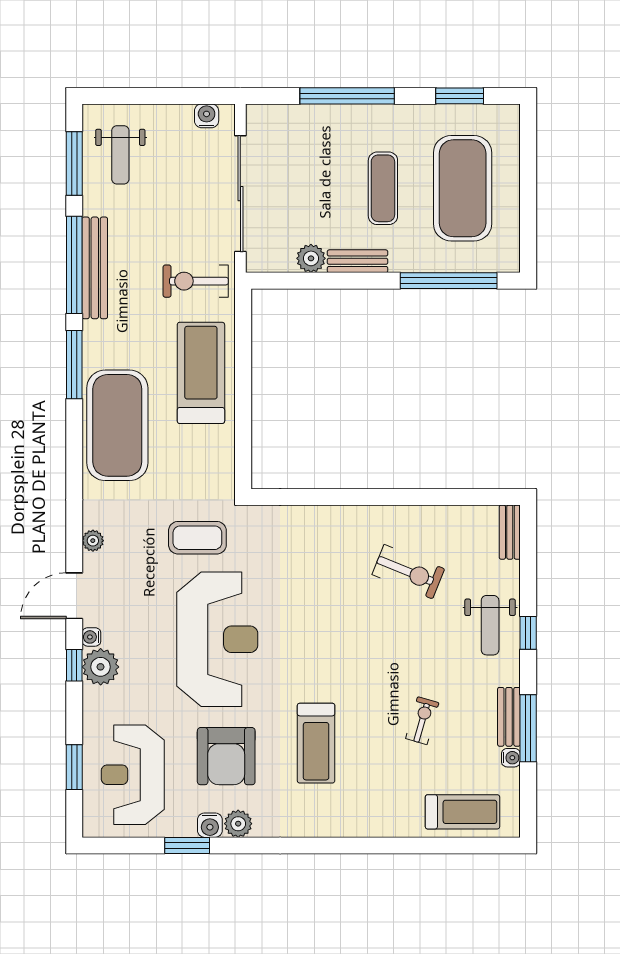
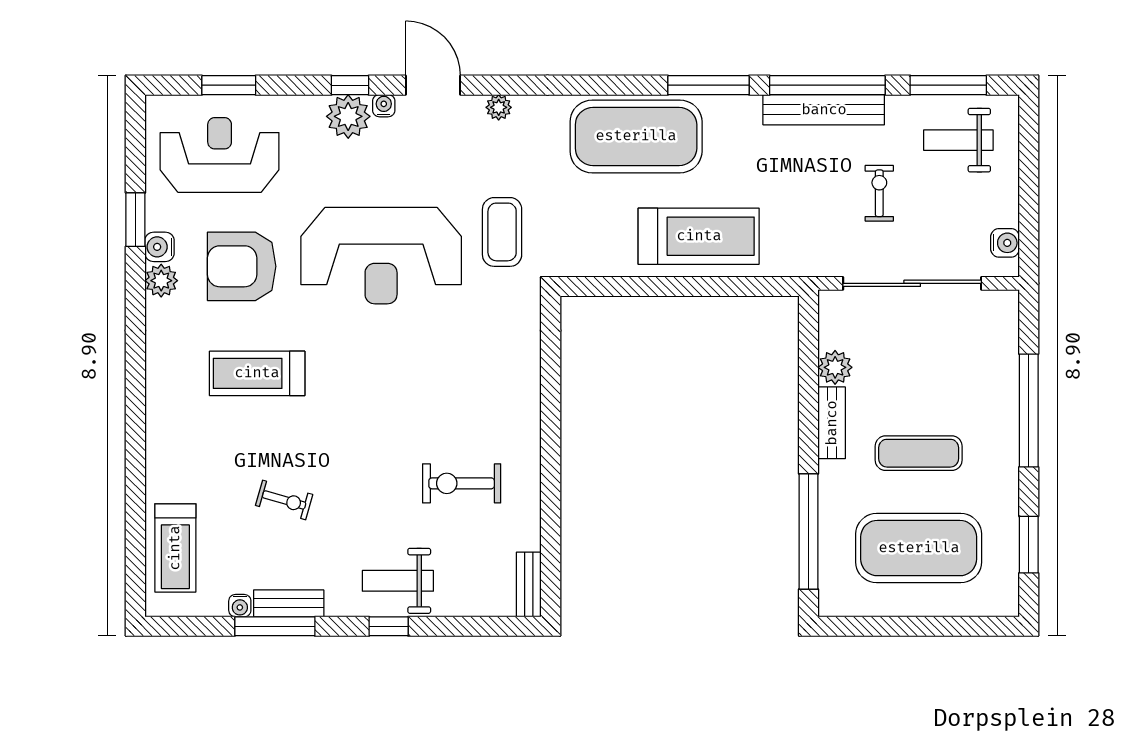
exercise bike: (196, 281) -> (879, 193), moved, width x0.73, depth x0.72
bench: (510, 532) -> (529, 584), moved, turned 90
exercise bike: (408, 572) -> (462, 483), turned 68

